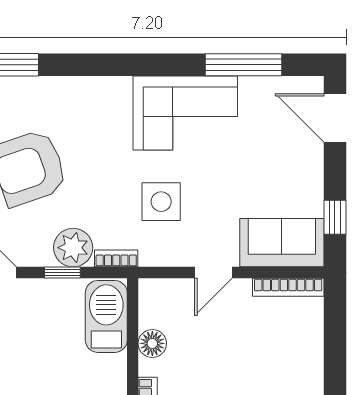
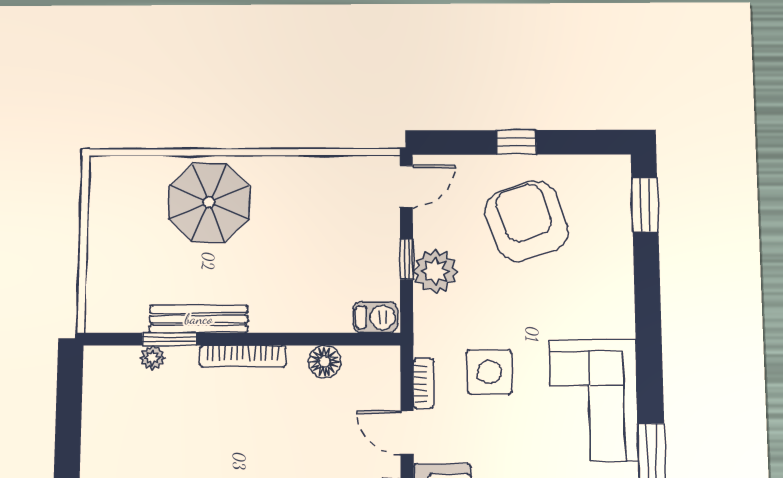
bookcase: (116, 258) -> (423, 384), moved
barbecue: (106, 316) -> (375, 317), width x0.53, depth x0.65

